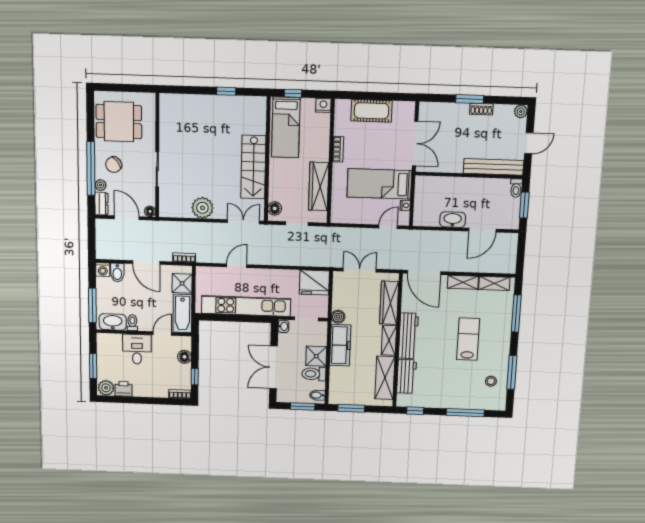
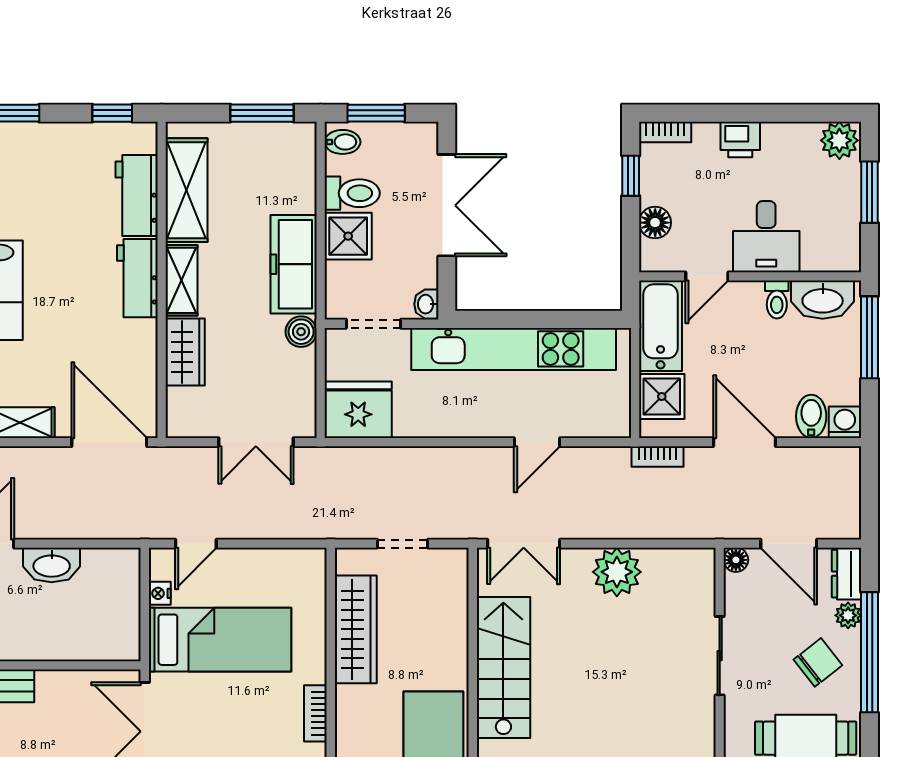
floor lamp: (275, 208) -> (453, 576), removed
wardrobe: (389, 303) -> (185, 352), width x0.67
workbench: (408, 336) -> (137, 278), width x0.73
printer: (123, 389) -> (740, 139), moved

